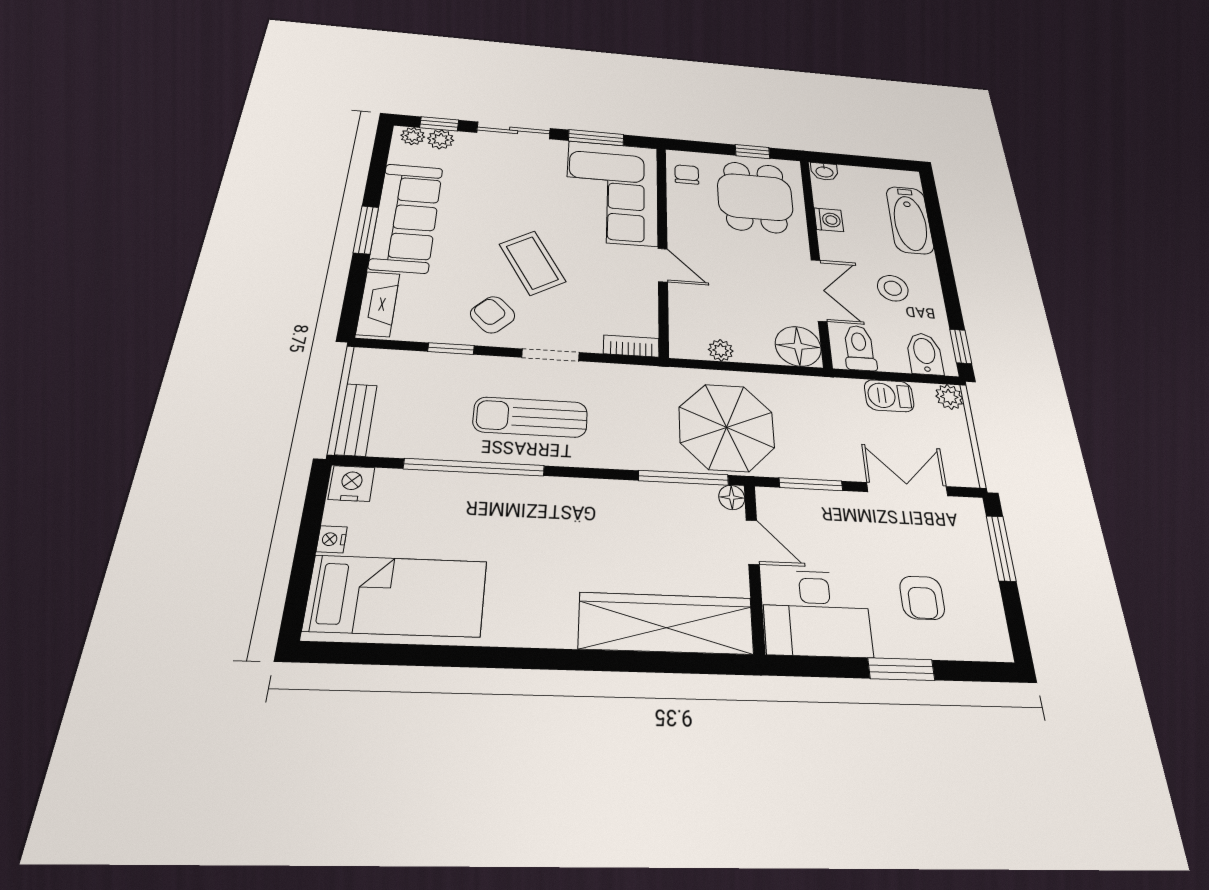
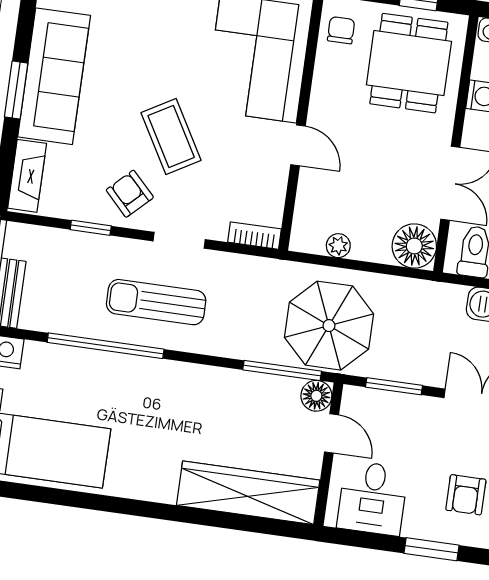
floor lamp: (732, 497) -> (316, 396), width x1.37, depth x1.37
desk: (817, 613) -> (372, 498), width x0.73

